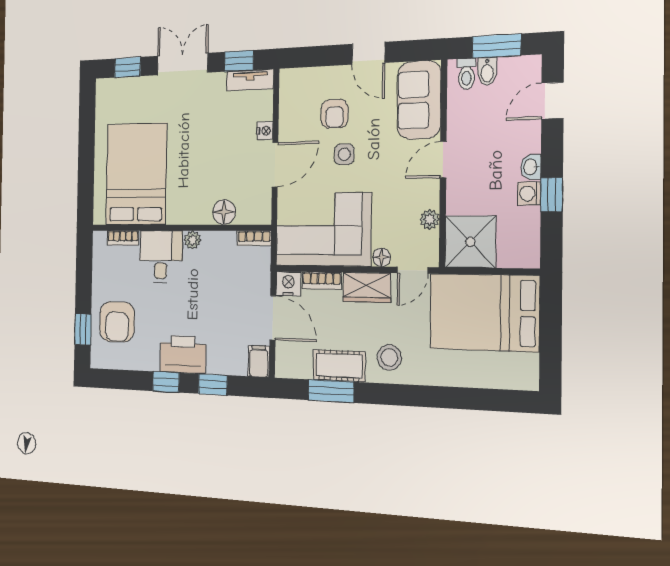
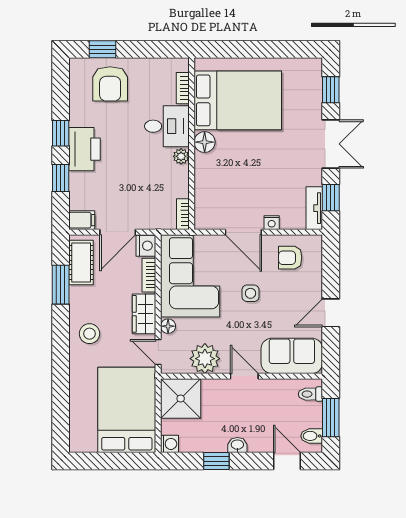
bidet: (487, 71) -> (312, 436), moved
armchair: (335, 114) -> (290, 258), moved
washing machine: (529, 193) -> (170, 444), moved, turned 90
floor lamp: (224, 212) -> (205, 142), moved
plant: (430, 219) -> (205, 359), width x1.87, depth x1.87
armchair: (117, 322) -> (110, 84), turned -90
cot: (339, 366) -> (81, 262), moved

